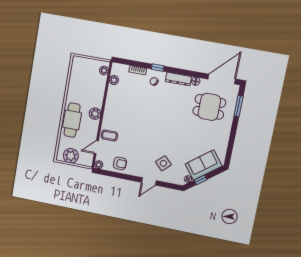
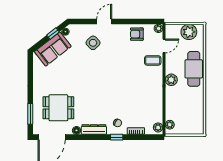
plant: (114, 80) -> (158, 127), moved

